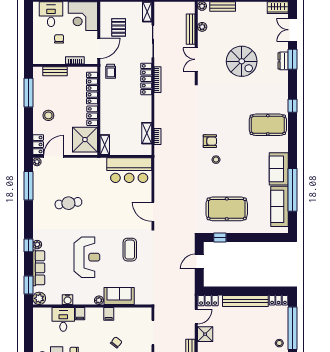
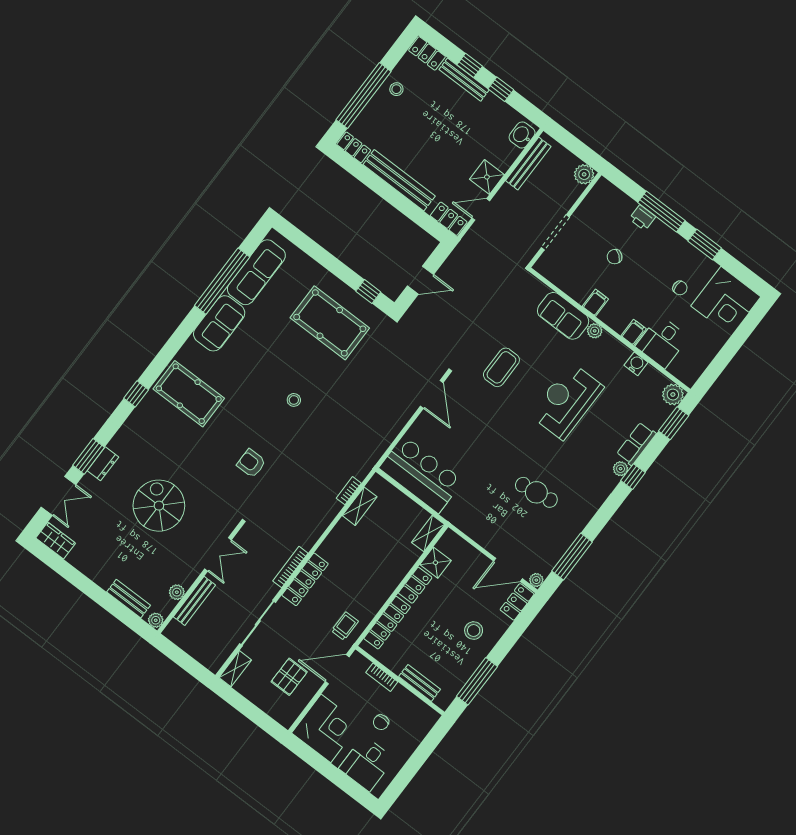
shower: (85, 140) -> (435, 563), width x0.54, depth x0.54
armchair: (210, 141) -> (251, 463), moved
row of seats: (39, 268) -> (636, 444), width x0.68

